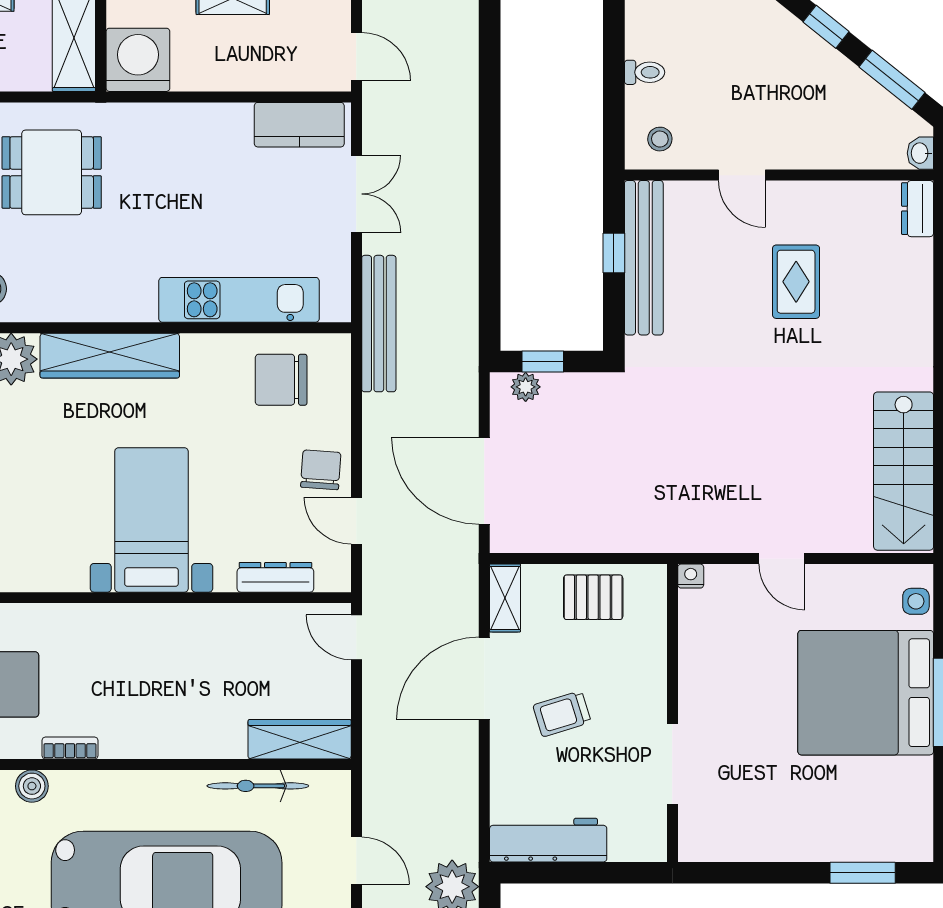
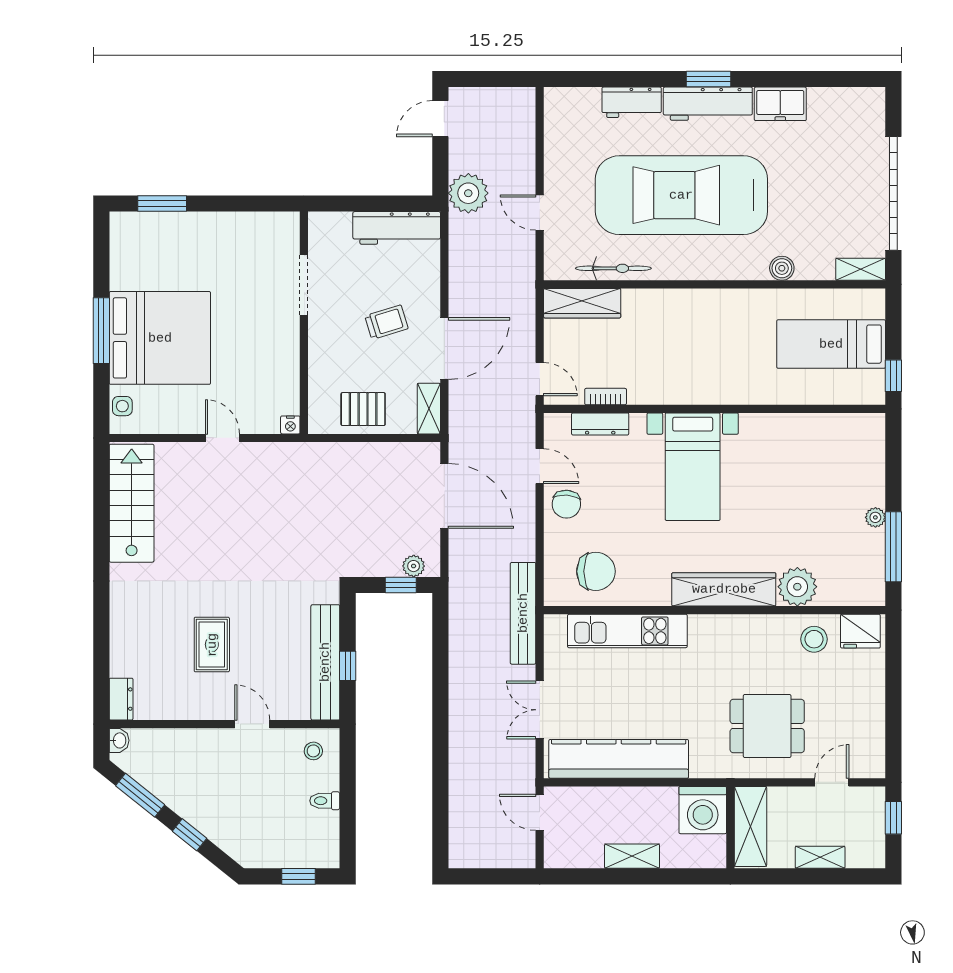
kitchen counter: (299, 125) -> (619, 759), width x2.08, depth x1.17
bookcase: (70, 748) -> (606, 397), moved, turned 180

